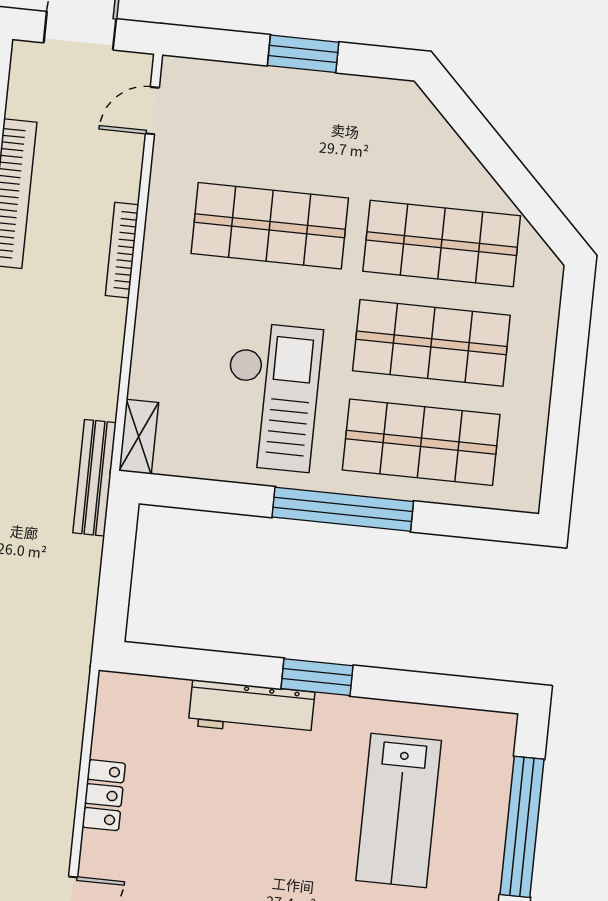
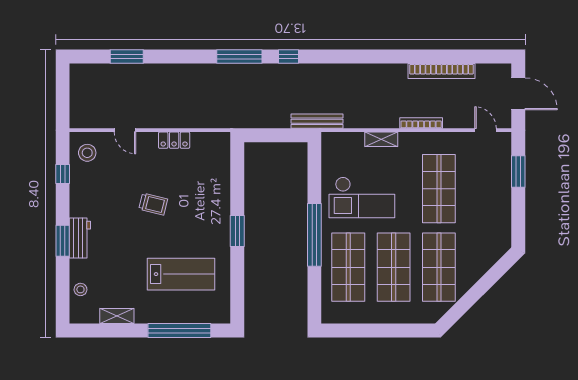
window: (303, 54) -> (518, 172), moved
shelving: (139, 437) -> (381, 139), moved
workbench: (251, 709) -> (220, 203), removed
lab bench: (399, 810) -> (181, 274), turned 180
trolley: (239, 855) -> (153, 204), added

